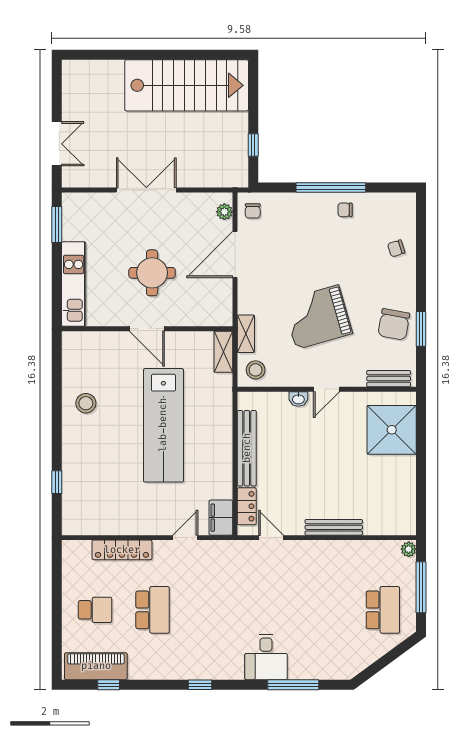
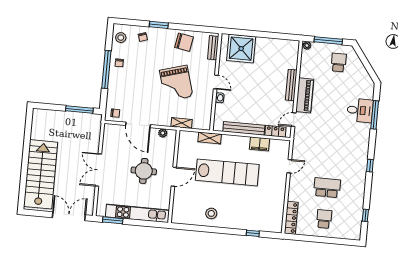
stairs: (187, 85) -> (41, 174), moved
double door: (57, 144) -> (69, 216), width x1.37
window: (253, 145) -> (79, 110), width x2.17
plant: (224, 212) -> (163, 133), moved
kitchen unit: (74, 284) -> (137, 213), width x1.36
window: (421, 329) -> (159, 25), moved
shelving: (223, 352) -> (210, 138), moved
stool: (256, 370) -> (121, 38), moved
filing cabinet: (221, 518) -> (260, 144), moved
door: (185, 538) -> (289, 166), swing flipped
locker: (122, 550) -> (291, 218), moved
school desk: (383, 610) -> (339, 62), width x0.54
desk: (266, 657) -> (360, 110), moved
piano: (96, 666) -> (305, 95), moved, turned 180

